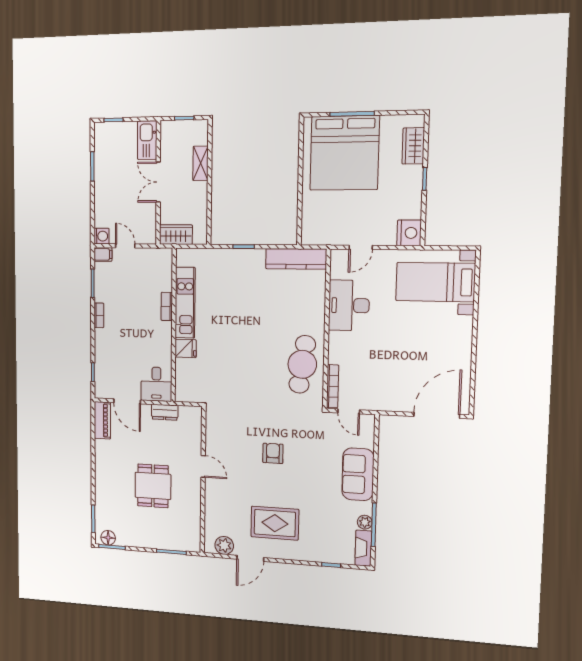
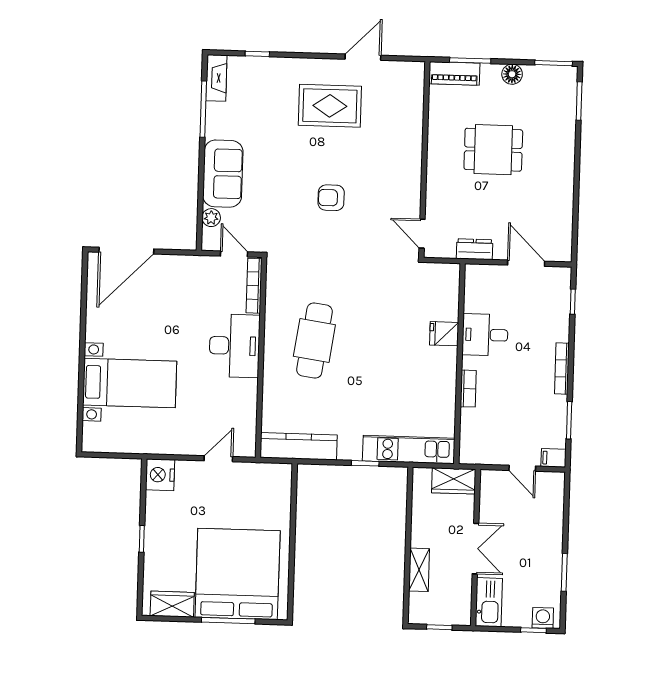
wardrobe: (413, 146) -> (172, 604), moved, turned -90
washing machine: (102, 236) -> (543, 618), moved, turned 90
bed with nightstands: (435, 282) -> (130, 383), moved
kitchen unit: (185, 303) -> (409, 450), moved, turned 90
desk: (349, 305) -> (234, 346), moved
bookcase: (99, 315) -> (562, 369), width x1.56
cafe table: (302, 364) -> (314, 341), moved
desk: (156, 384) -> (485, 335), moved, turned -90
piano: (102, 420) -> (454, 73), moved, turned -90
armchair: (273, 453) -> (331, 198), turned 90
door: (203, 466) -> (422, 234), moved
dining table: (153, 486) -> (493, 150), turned 90
plant: (365, 522) -> (211, 218), moved
floor lamp: (108, 538) -> (512, 74), moved
plant: (224, 545) -> (398, 73), removed

